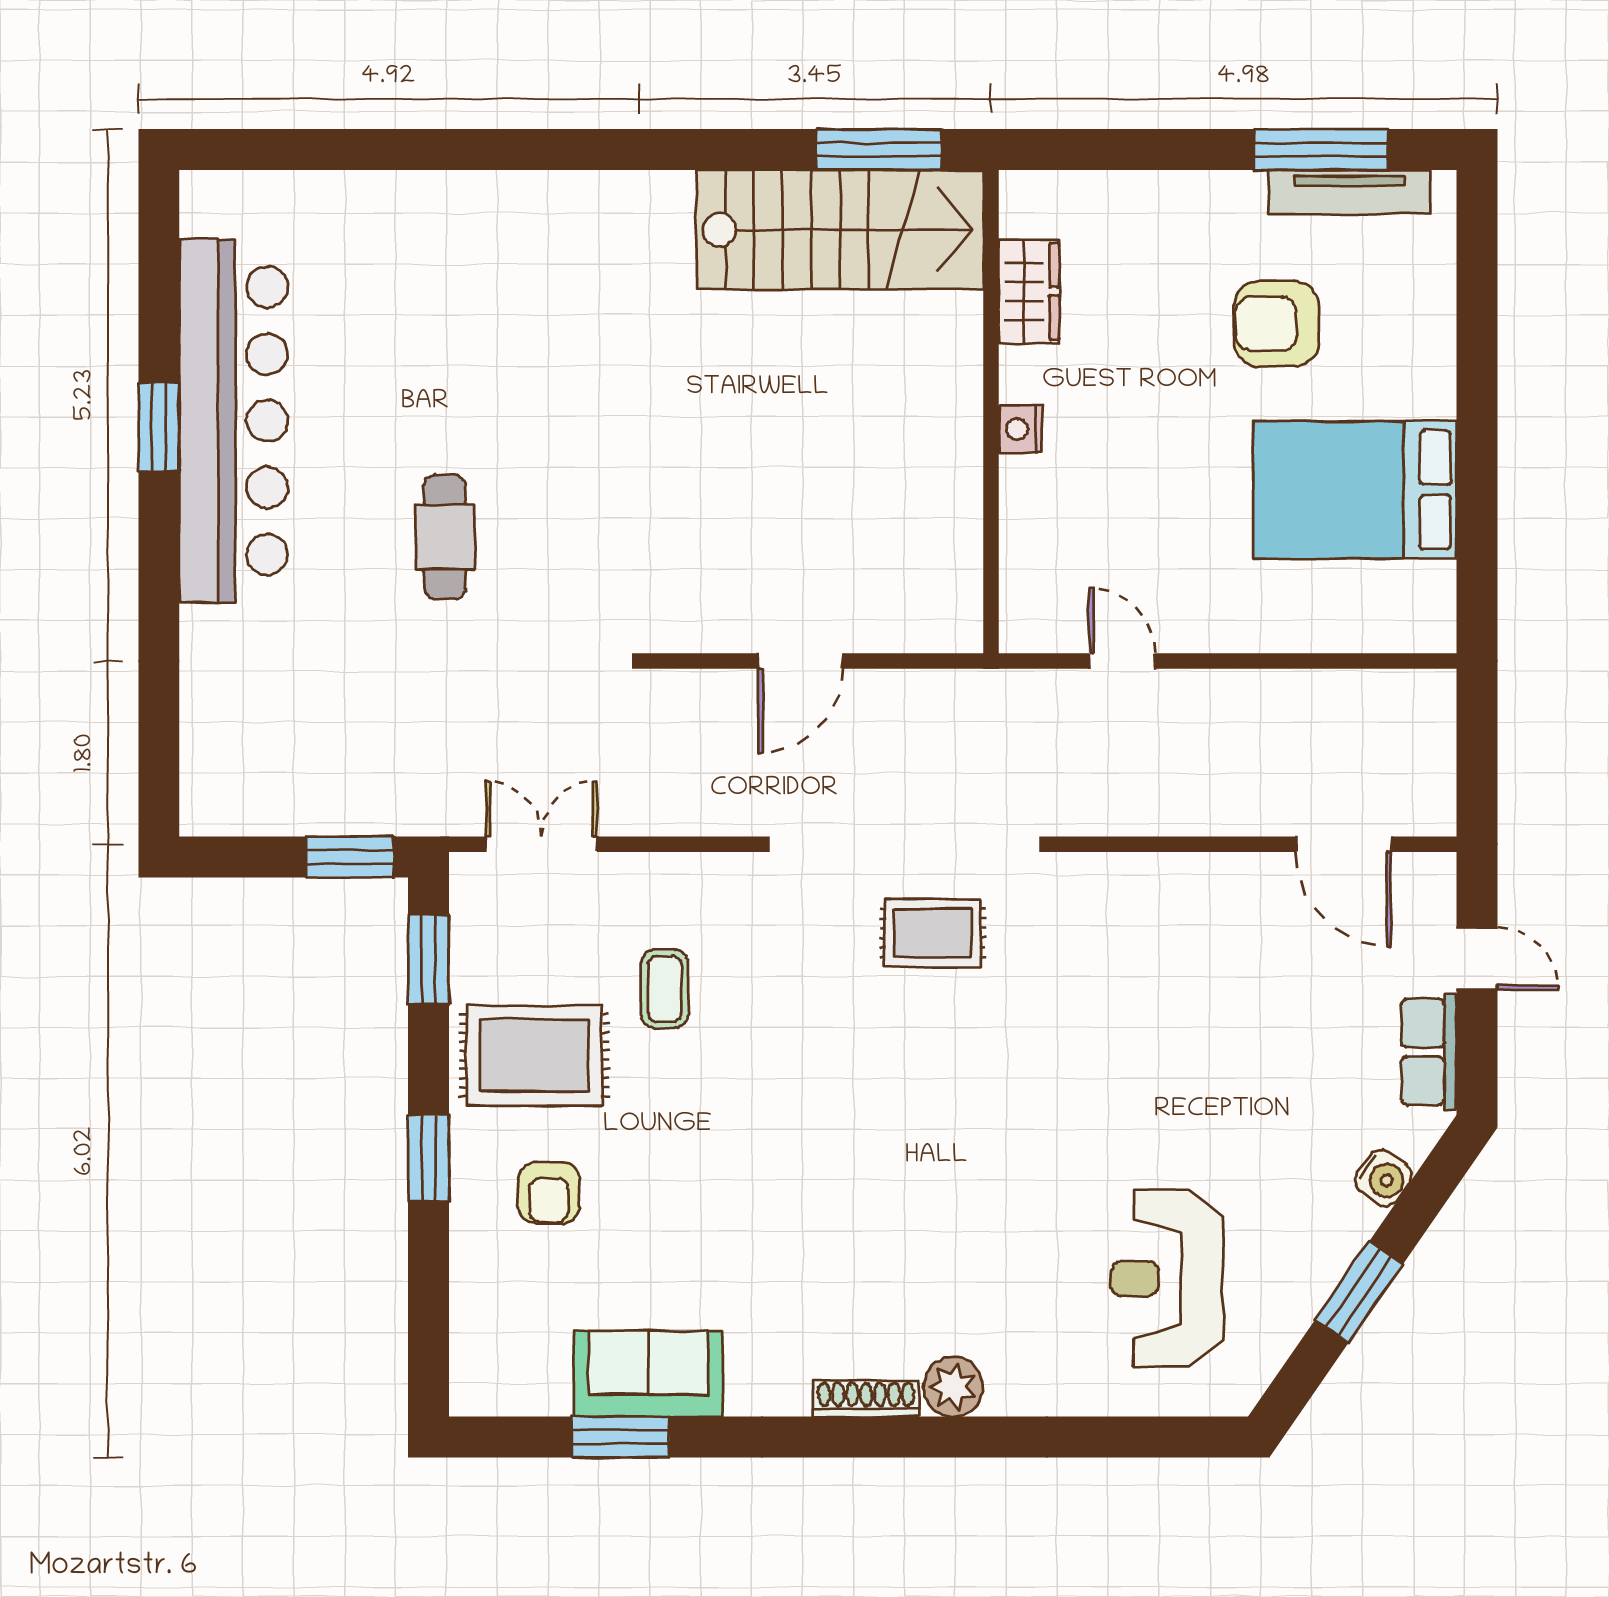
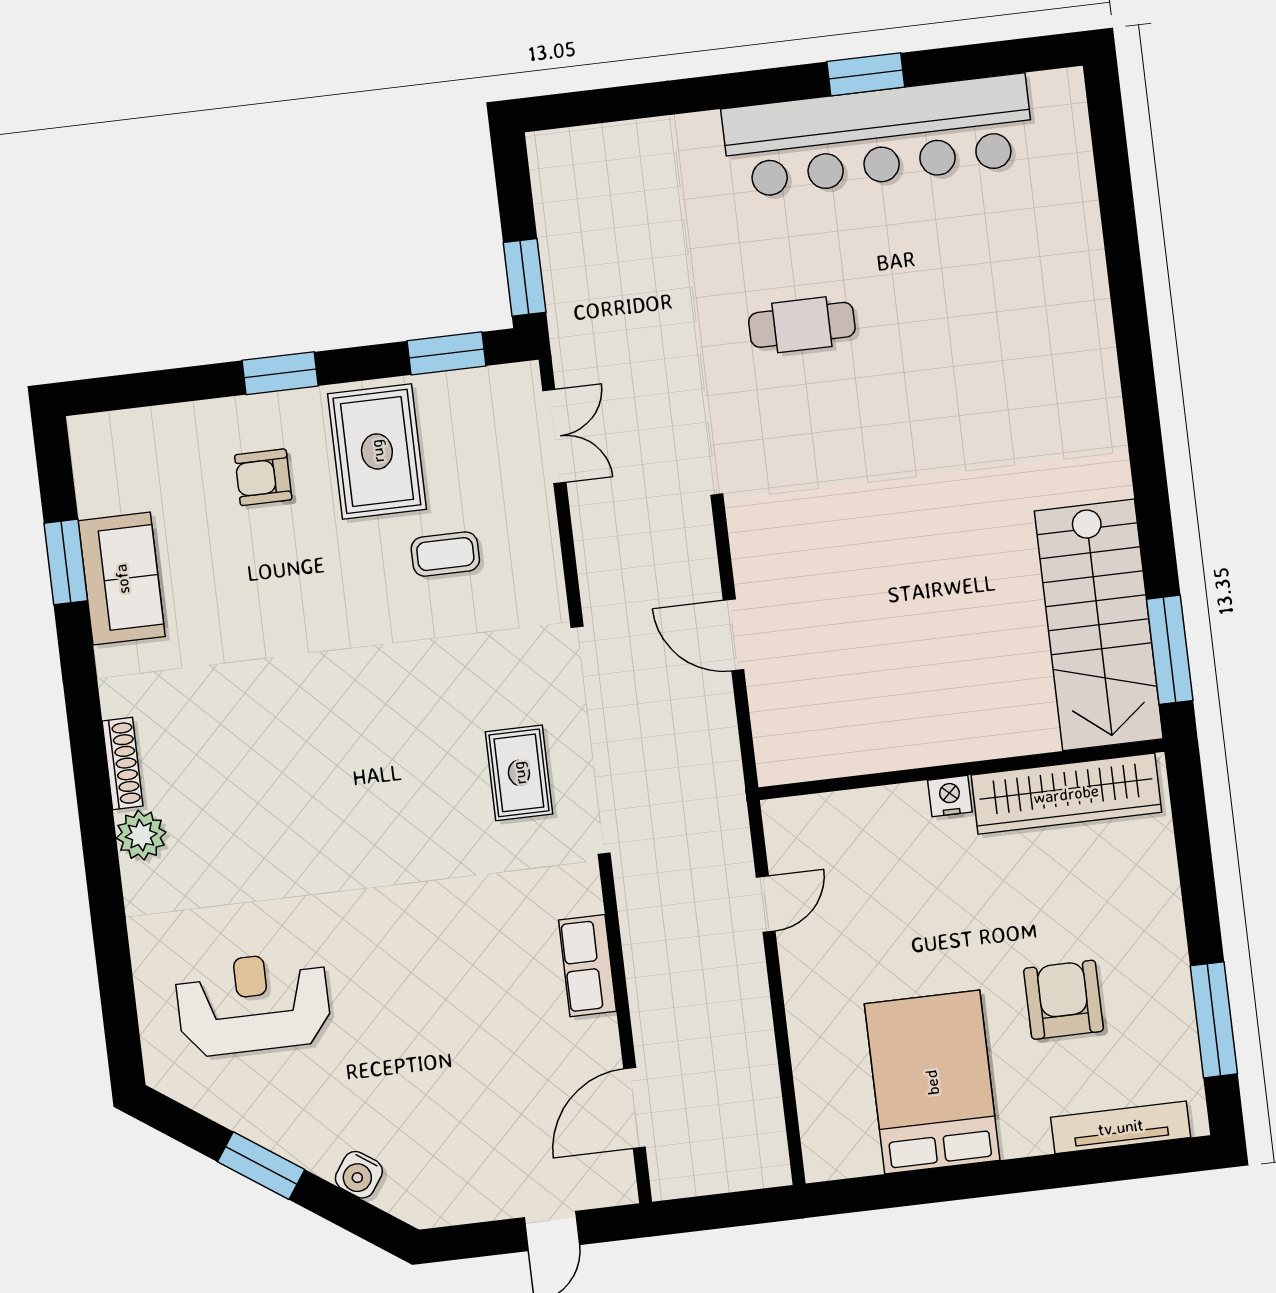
tv unit: (1350, 192) -> (1121, 1127), moved, turned 90
wardrobe: (1029, 291) -> (1066, 794), width x2.10, depth x1.17
row of seats: (1429, 1052) -> (587, 966), moved, turned -90

